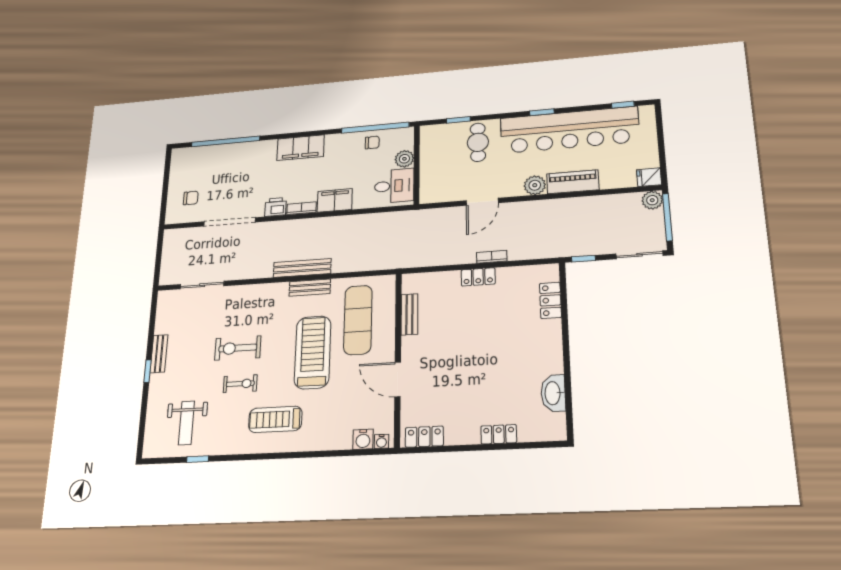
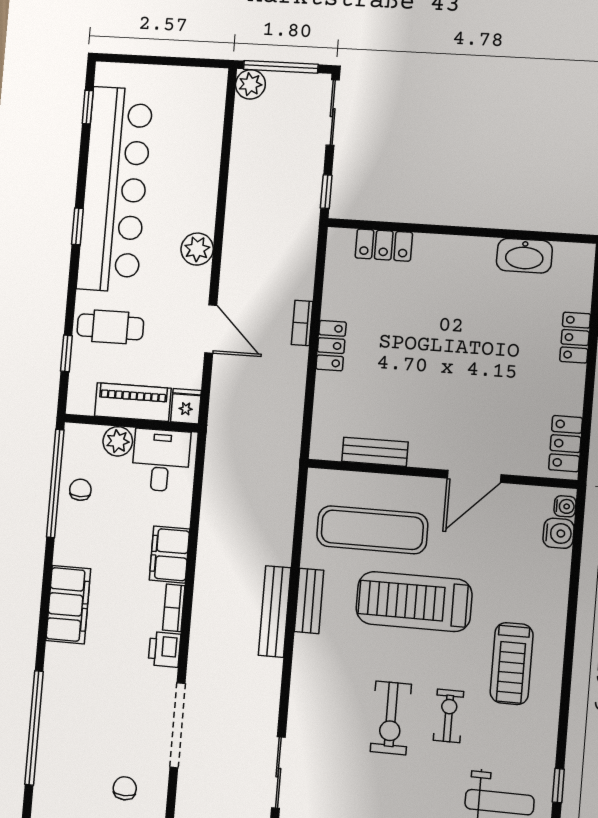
fridge: (649, 177) -> (186, 406), moved, turned 180
piano: (573, 182) -> (133, 402), moved, turned 90

